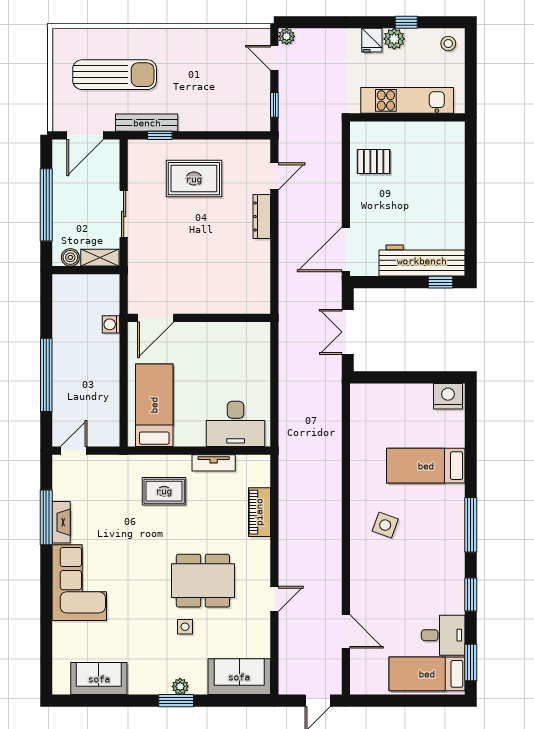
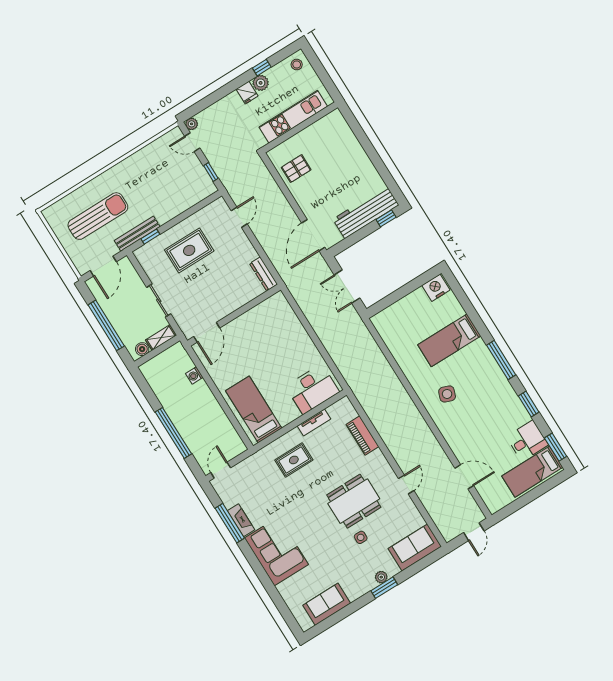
dresser: (262, 216) -> (264, 274), moved
door: (156, 318) -> (207, 332), moved
wall: (199, 318) -> (234, 315), moved

